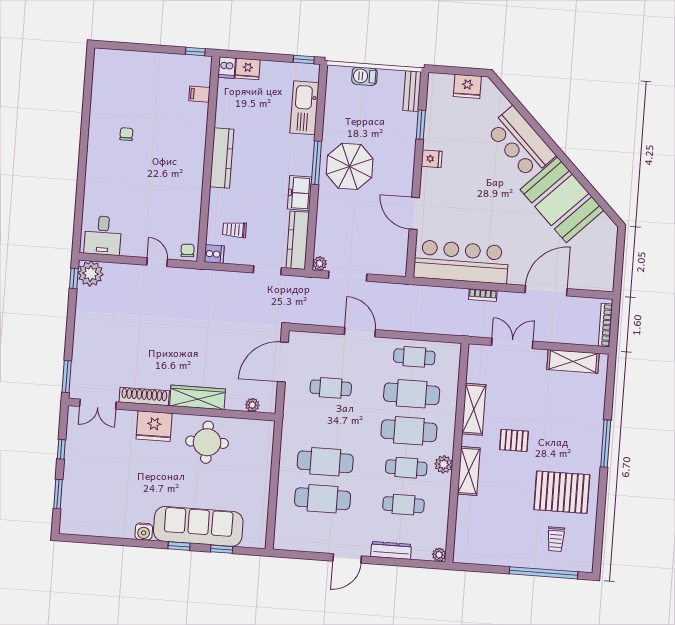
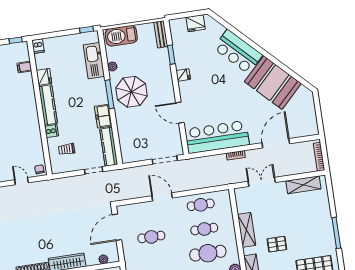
fridge: (248, 69) -> (44, 77), moved, turned -90
barbecue: (365, 76) -> (121, 36), width x1.88, depth x1.53
cooker: (214, 254) -> (52, 131), moved
plant: (320, 264) -> (112, 66), moved
doorway: (348, 276) -> (165, 160), moved
cafe table: (412, 394) -> (204, 229), width x0.73, depth x0.74

